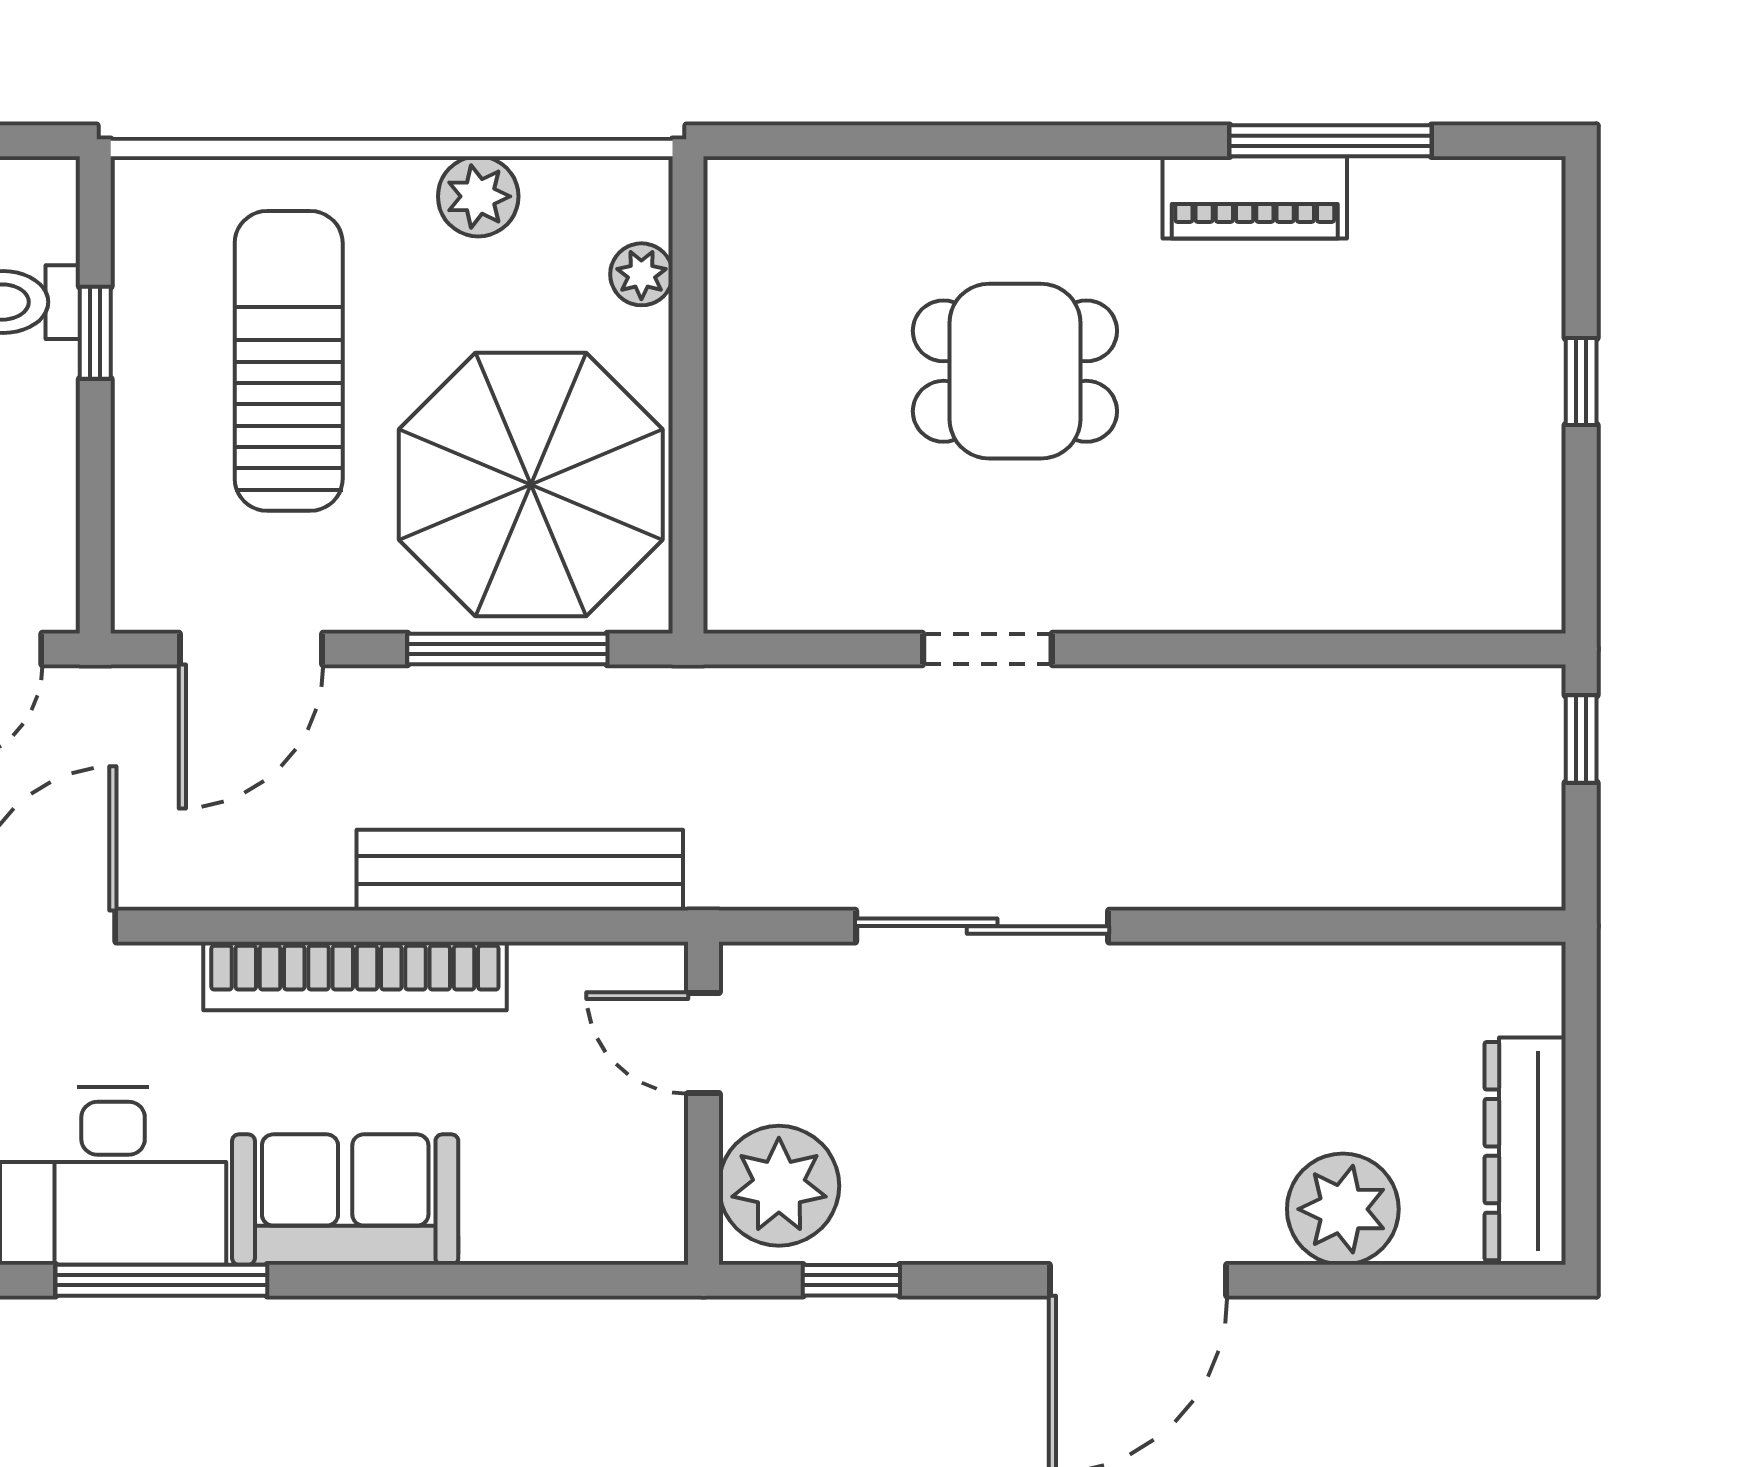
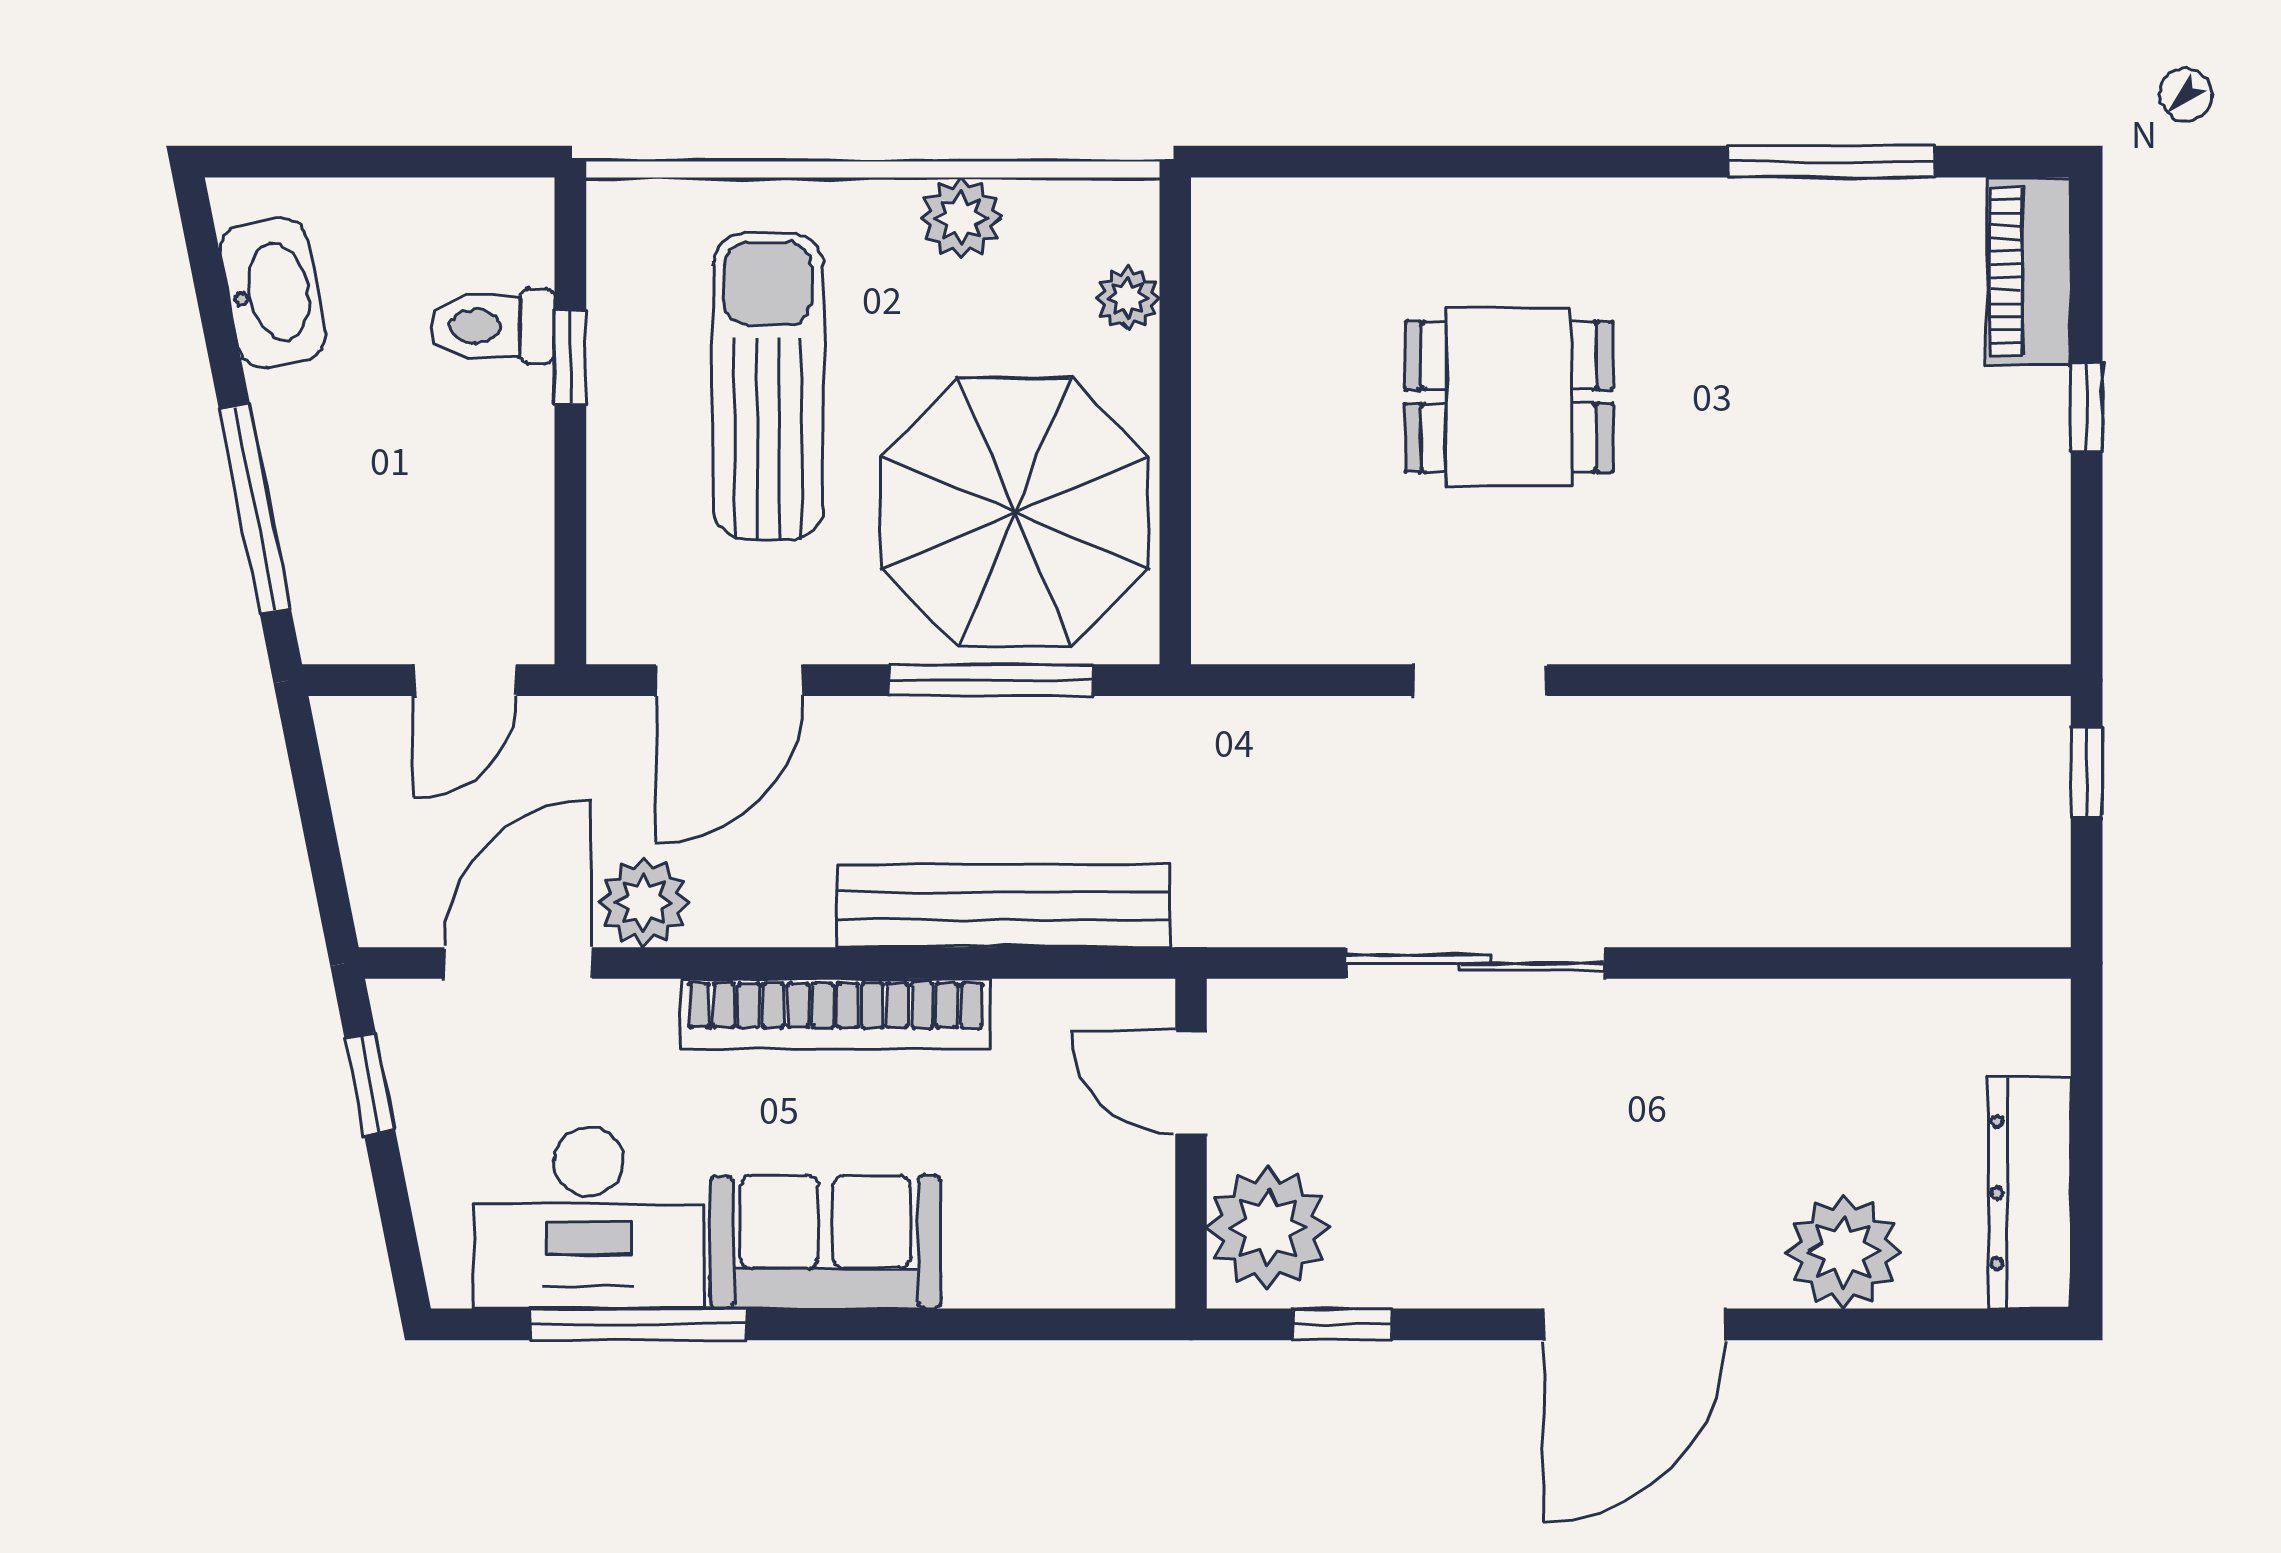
piano: (1255, 197) -> (2029, 271), moved, turned 90
plant: (167, 867) -> (644, 902), added

